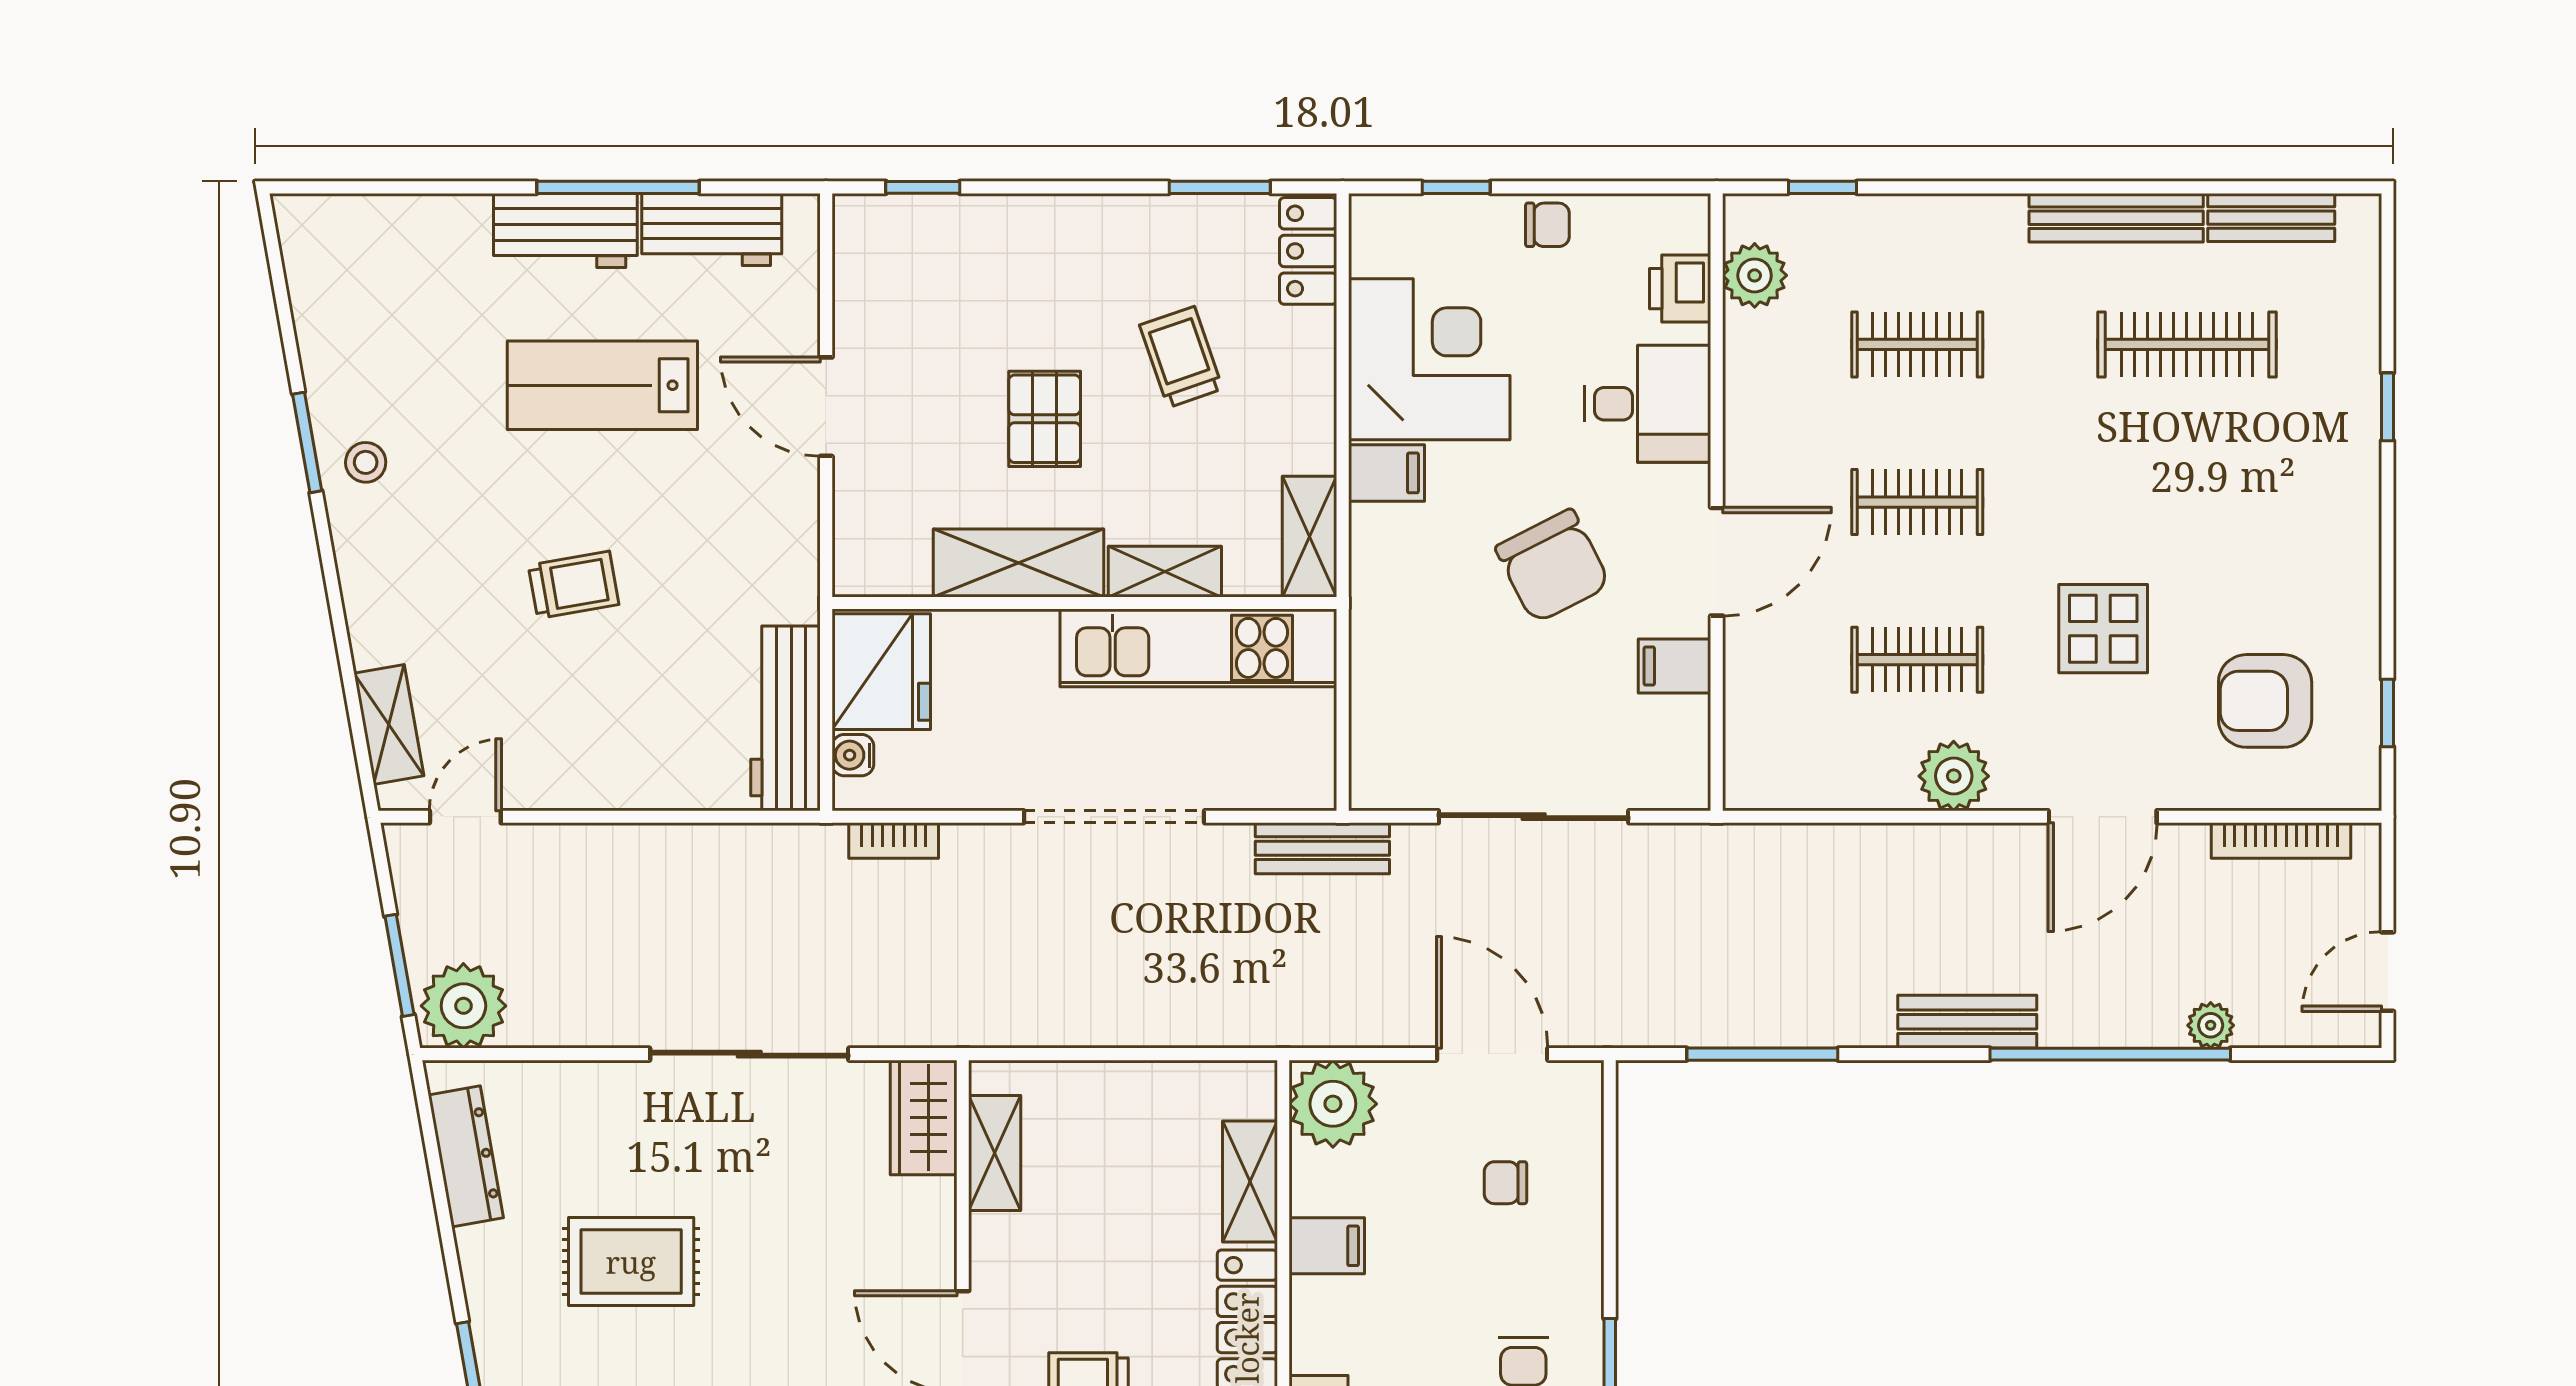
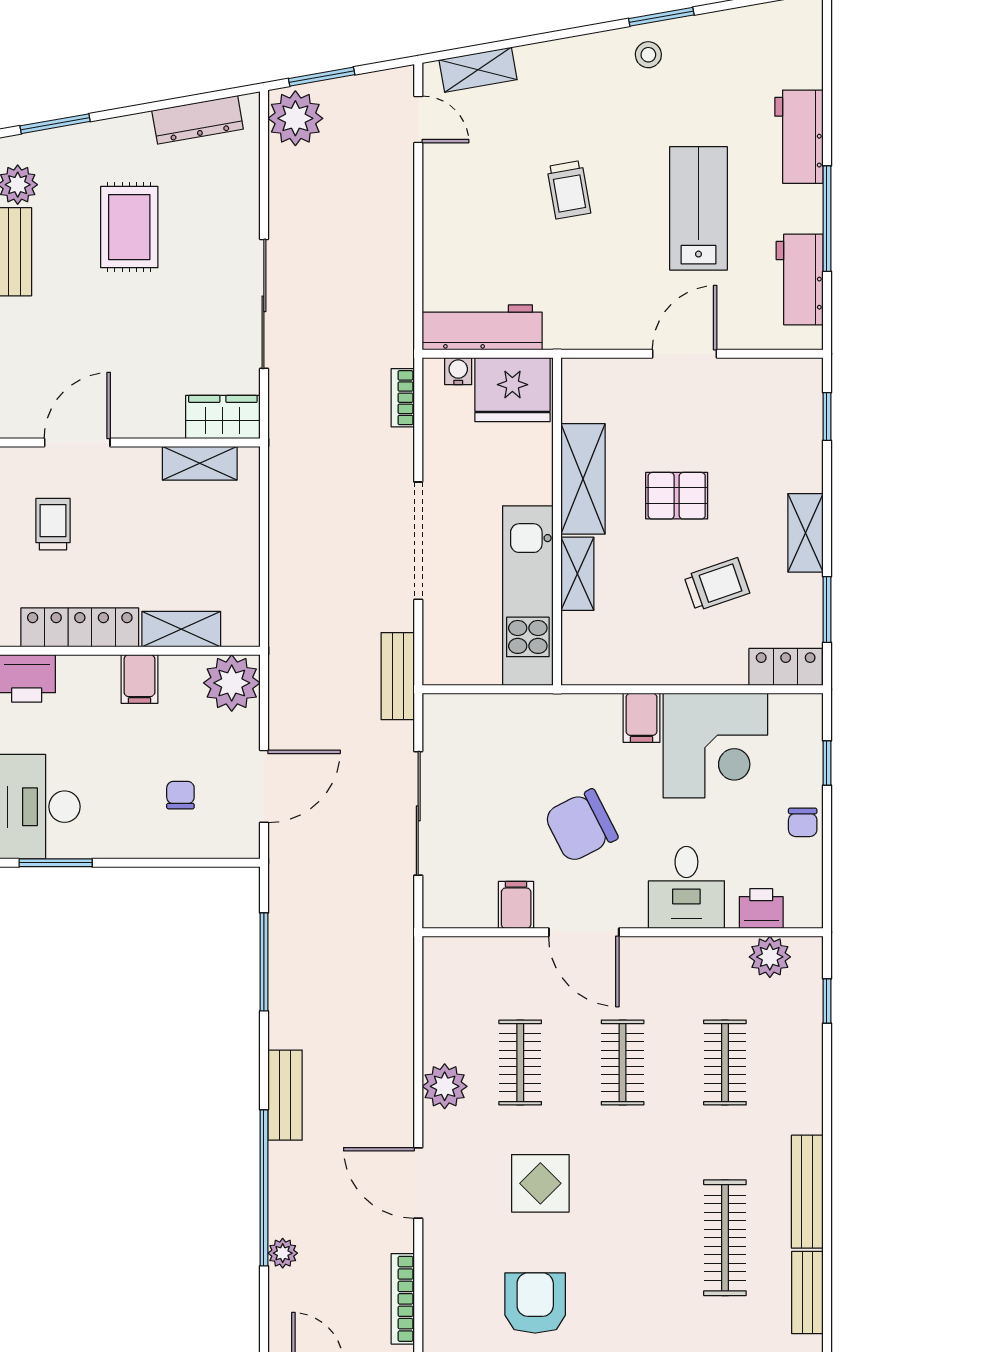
workbench: (565, 230) -> (799, 137), moved
shelving: (1310, 537) -> (805, 533), moved, turned 90
armchair: (2265, 701) -> (535, 1303), moved

